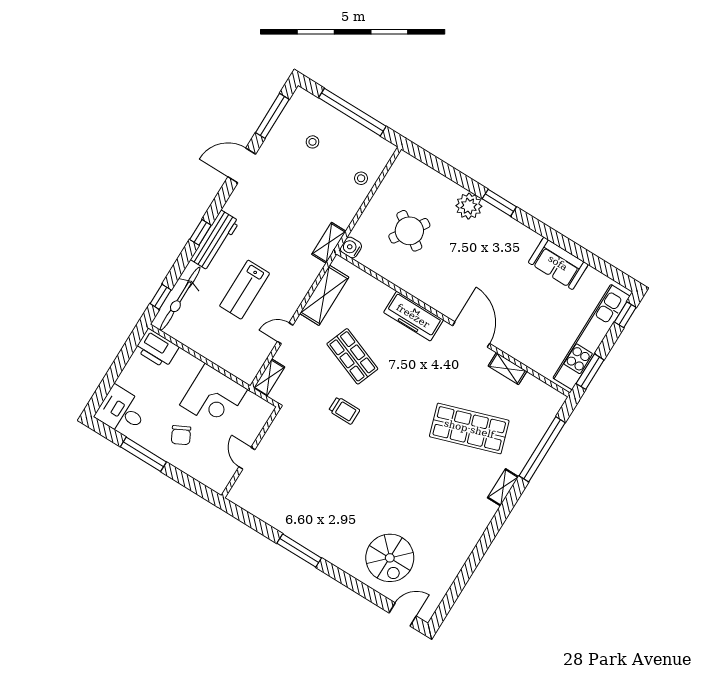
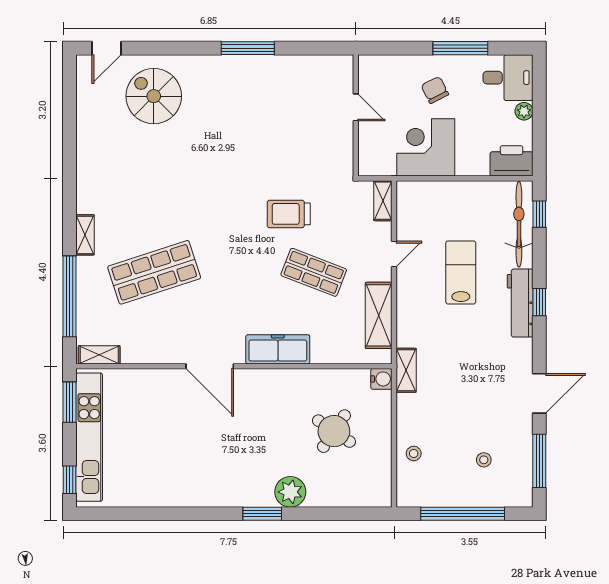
sofa: (558, 263) -> (167, 490), removed
shelving: (507, 369) -> (99, 355), moved
plant: (125, 379) -> (524, 111), added
trolley: (344, 410) -> (289, 214), width x1.36, depth x1.39

